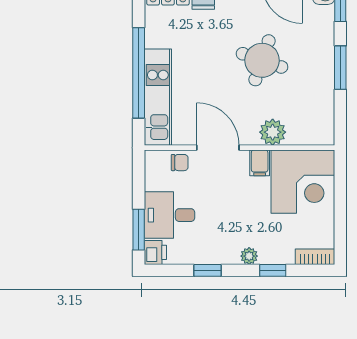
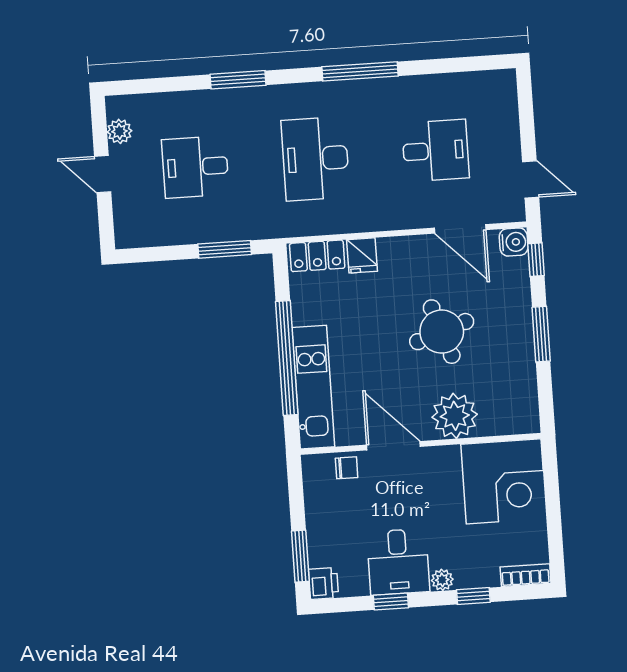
round table: (262, 60) -> (442, 332), turned -38
plant: (273, 132) -> (455, 416), width x1.36, depth x1.36
filing cabinet: (260, 163) -> (447, 461), removed
desk: (169, 215) -> (398, 562), moved, turned -90

